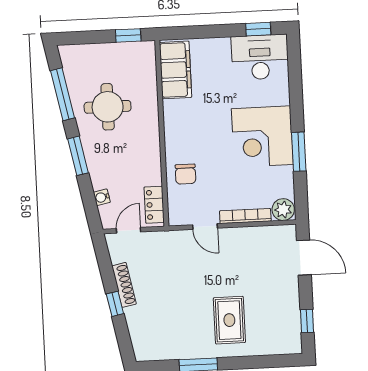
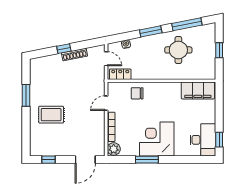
window: (128, 35) -> (219, 50), moved

